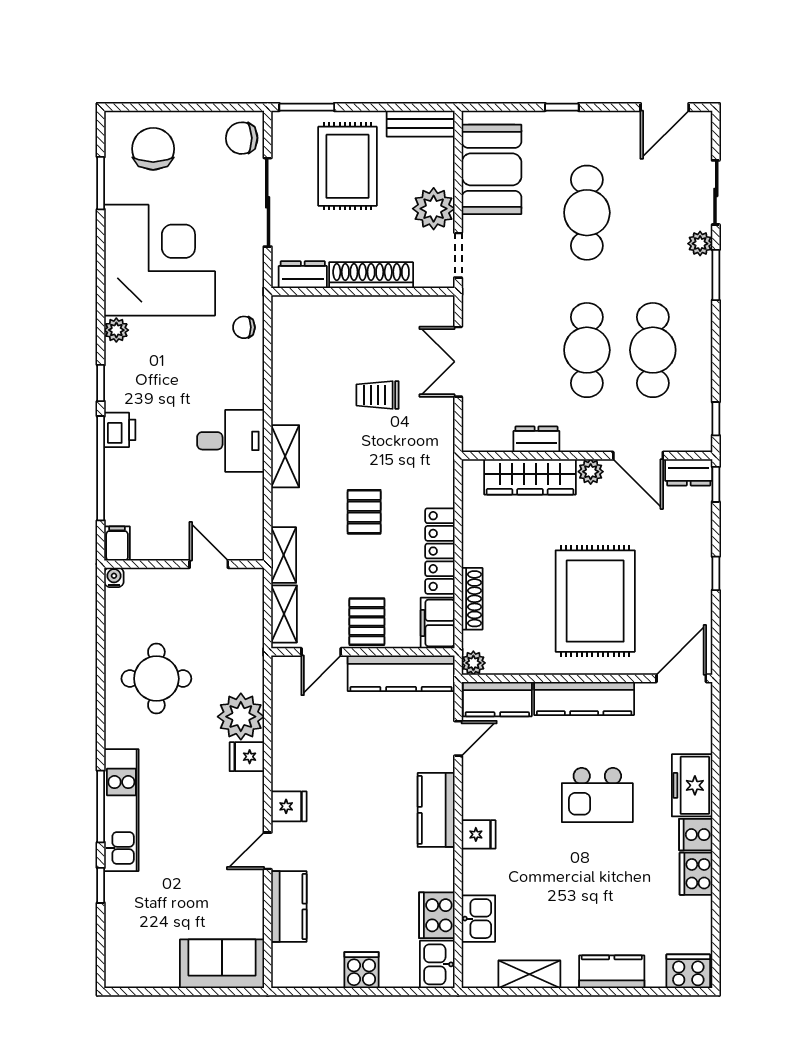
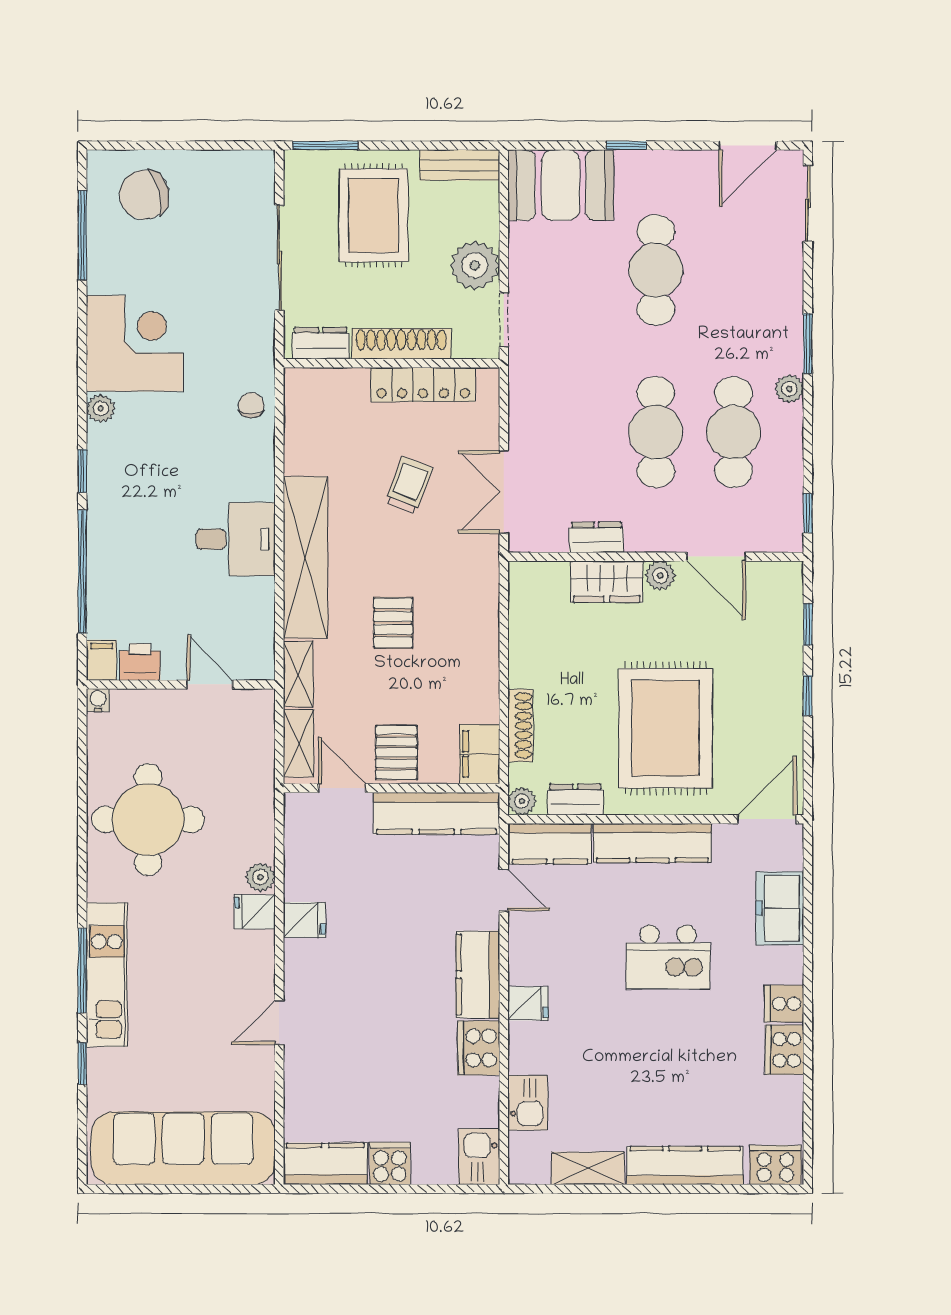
chair: (242, 138) -> (249, 182), removed
chair: (153, 149) -> (144, 195), turned -104
booth: (492, 169) -> (561, 185), moved, turned 90
window: (101, 183) -> (82, 235), width x1.44
sliding door: (716, 192) -> (808, 203), moved
plant: (700, 244) -> (789, 389), moved
corner desk: (160, 260) -> (135, 343), width x0.74, depth x0.74
chair: (244, 327) -> (251, 405), turned 90
double door: (458, 362) -> (504, 492), moved
trolley: (378, 395) -> (409, 485), turned 111
printer: (120, 430) -> (140, 662), moved, turned -90
shelving: (285, 456) -> (305, 557), width x2.20, depth x1.33
dresser: (689, 472) -> (575, 799), moved, turned 180
wardrobe: (530, 477) -> (607, 582), width x0.67
window: (716, 484) -> (808, 624), moved
locker: (440, 551) -> (423, 385), moved, turned -90
door: (321, 652) -> (342, 788), swing flipped
round table: (156, 679) -> (148, 820), width x1.36, depth x1.36
plant: (241, 717) -> (260, 877), width x0.53, depth x0.53
door: (458, 738) -> (504, 890), hinge flipped
freezer: (692, 785) -> (780, 908), moved
fridge: (289, 806) -> (304, 920), moved
kitchen counter: (289, 906) -> (325, 1164), moved, turned -90
cooker: (437, 915) -> (479, 1048), moved
sofa: (222, 964) -> (183, 1148), width x1.85, depth x1.27
kitchen counter: (612, 972) -> (685, 1165), width x1.50

